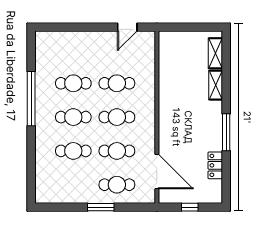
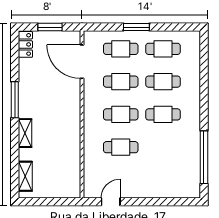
cafe table: (73, 83) -> (163, 49), moved
shelving: (216, 85) -> (25, 133), moved
window: (31, 99) -> (204, 157), moved
locker: (215, 165) -> (25, 44), moved
window: (190, 207) -> (50, 27), width x1.50

